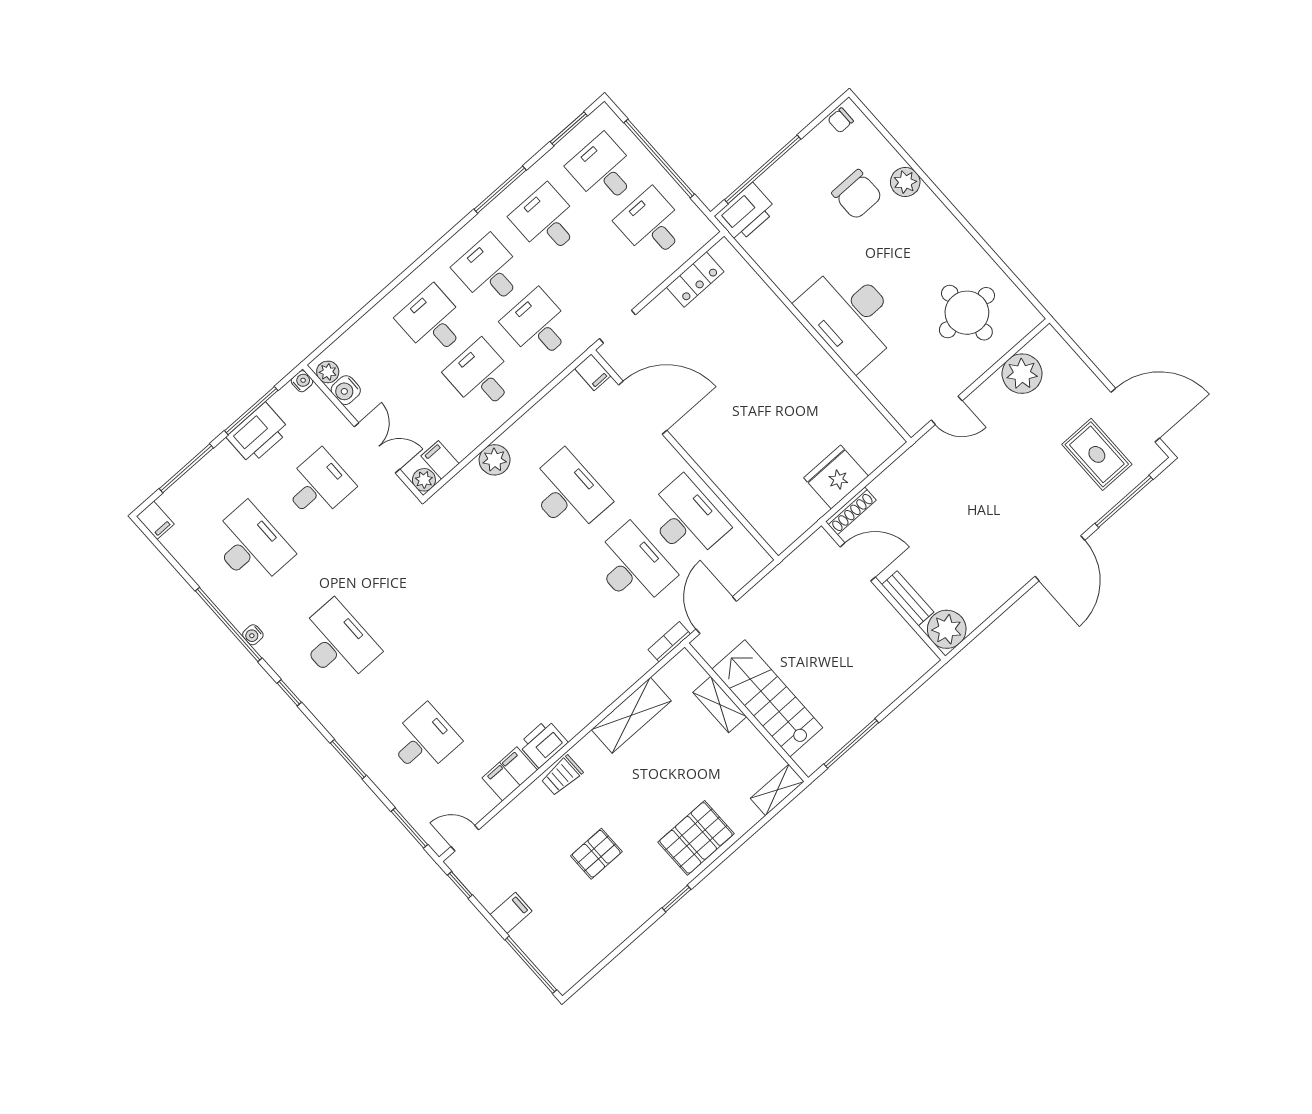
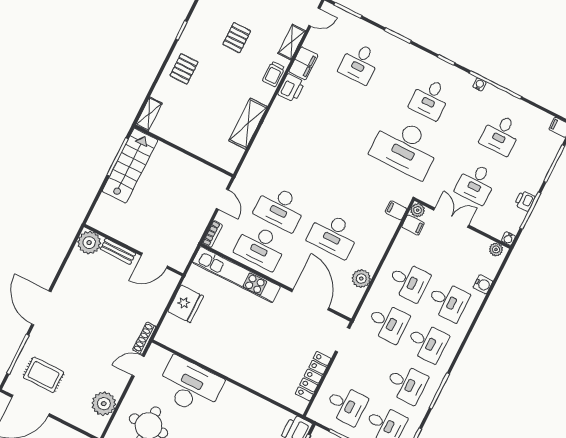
locker: (695, 279) -> (313, 376), width x1.53
desk: (851, 316) -> (190, 386), moved
filing cabinet: (593, 372) -> (396, 210), moved
water cooler: (346, 390) -> (483, 284), moved, turned 90
door: (643, 408) -> (310, 300), swing flipped
printer: (258, 434) -> (525, 201), width x0.53, depth x0.68
double door: (377, 448) -> (451, 218), swing flipped
plant: (495, 460) -> (361, 279), moved
kitchen unit: (741, 491) -> (236, 275), added
shoe rack: (851, 511) -> (144, 338), moved
desk: (251, 545) -> (501, 134), width x0.73
desk: (405, 583) -> (405, 148), added
door: (716, 615) -> (222, 199), width x0.73
bookcase: (669, 642) -> (212, 234), moved
desk: (337, 643) -> (430, 99), width x0.73
stairs: (767, 698) -> (130, 166), moved, turned -90
shelving: (720, 705) -> (292, 42), moved, turned 90
trolley: (562, 776) -> (274, 74), turned 180
pallet: (696, 838) -> (184, 69), width x0.67, depth x0.71

